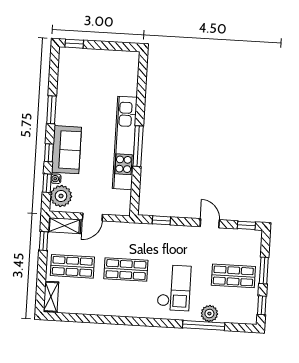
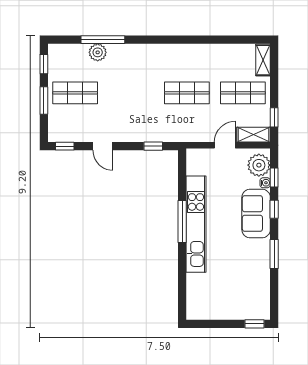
checkout: (174, 288) -> (136, 77), removed

